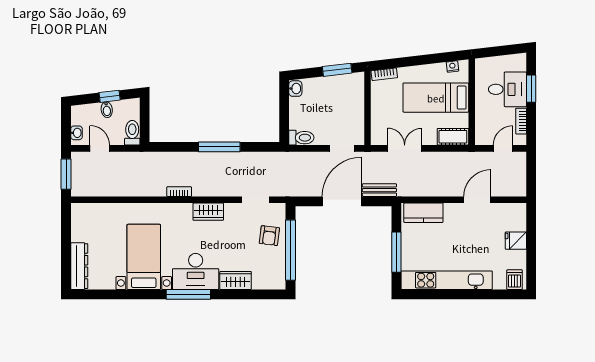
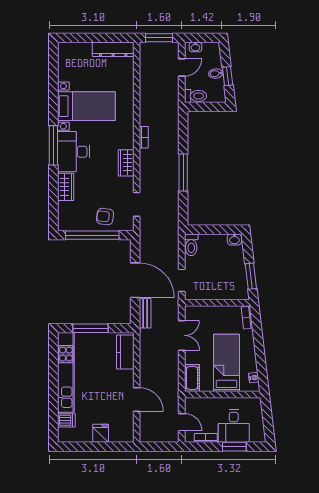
dresser: (79, 266) -> (113, 49), moved
dishwasher: (515, 280) -> (66, 420), moved

